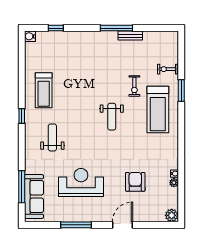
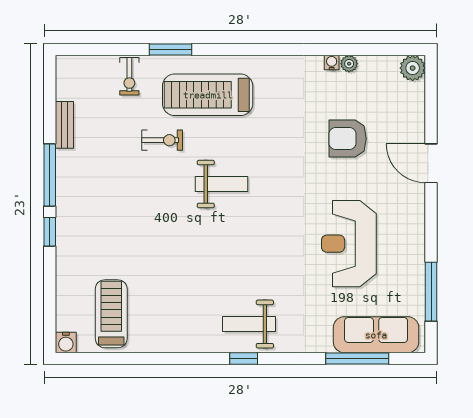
window: (56, 28) -> (50, 232), moved
bench: (130, 36) -> (64, 125), moved
treadmill: (44, 90) -> (111, 314), moved, turned -90
treadmill: (158, 110) -> (208, 95), turned 180
window: (22, 116) -> (244, 358), moved
weight bench: (52, 137) -> (249, 324), moved
window: (76, 225) -> (431, 292), moved

